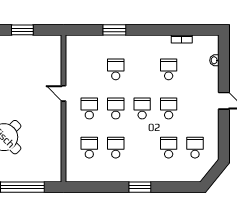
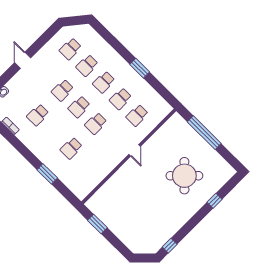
window: (22, 30) -> (97, 224), moved
door: (64, 93) -> (135, 150), moved
school desk: (89, 108) -> (104, 82), moved
window: (140, 187) -> (140, 68), moved

